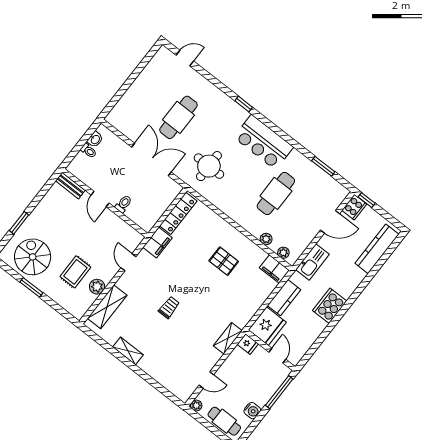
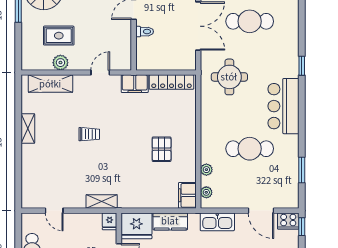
plant: (196, 406) -> (27, 219), removed

